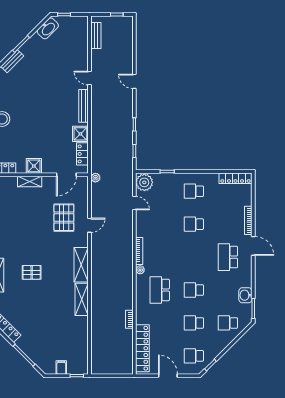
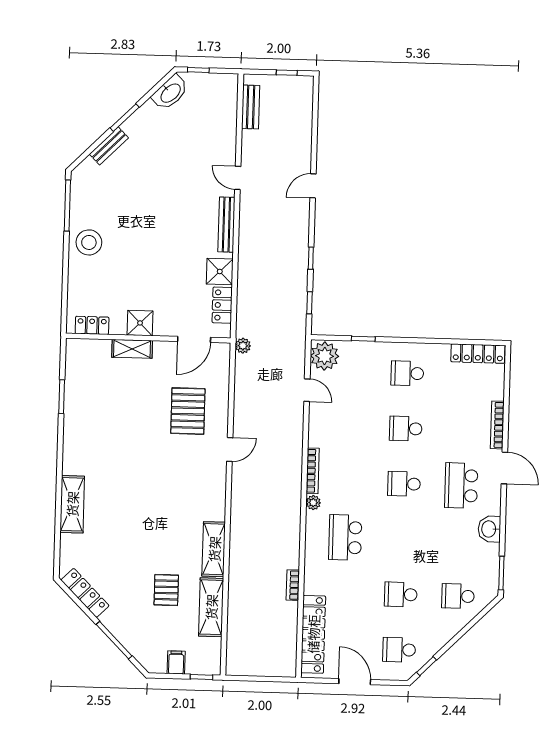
door: (134, 81) -> (313, 186), hinge flipped
door: (90, 225) -> (230, 450), moved
shelving: (81, 265) -> (211, 607), moved
pallet: (32, 272) -> (166, 590), moved, turned 90
school desk: (194, 290) -> (404, 484), moved
washbasin: (245, 295) -> (489, 529), moved

